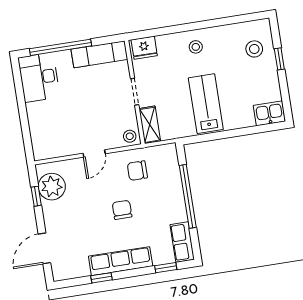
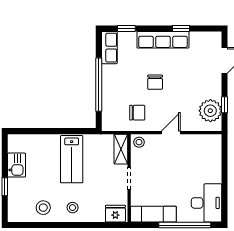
stool: (254, 49) -> (43, 208), moved
kitchen sink: (269, 113) -> (17, 165), moved, turned -90

